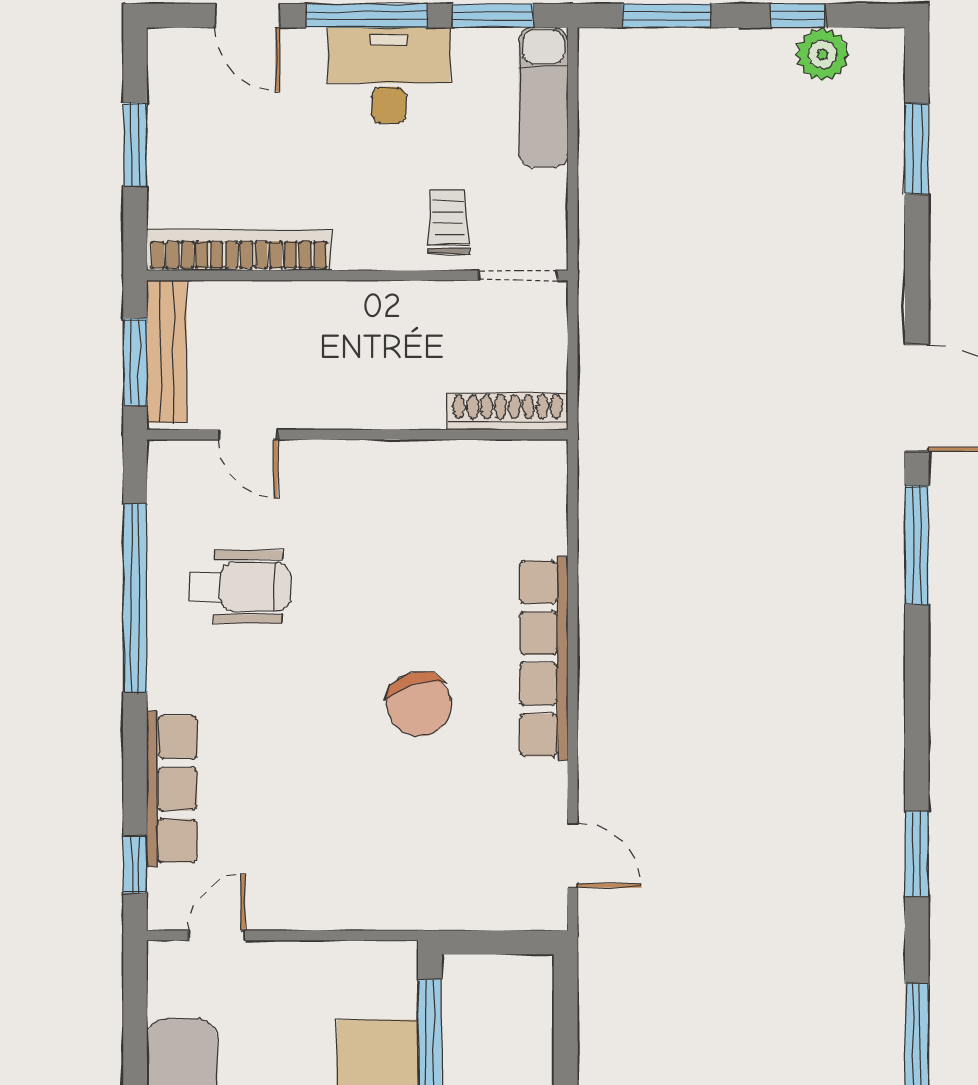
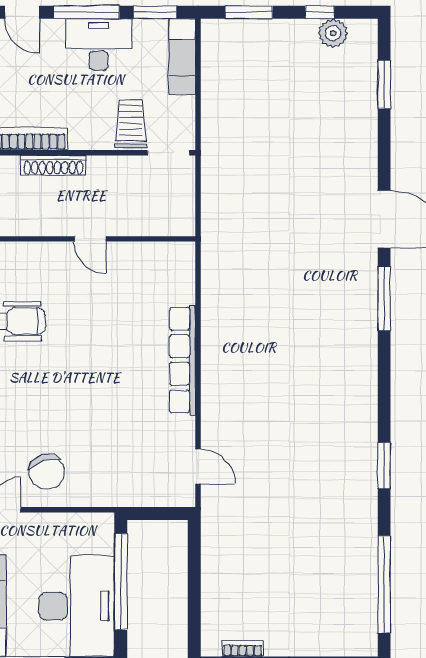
trolley: (448, 222) -> (131, 124), width x1.36, depth x1.39
shoe rack: (508, 411) -> (53, 165), moved, turned 180
door: (248, 435) -> (90, 239), moved
chair: (419, 704) -> (47, 472), moved

